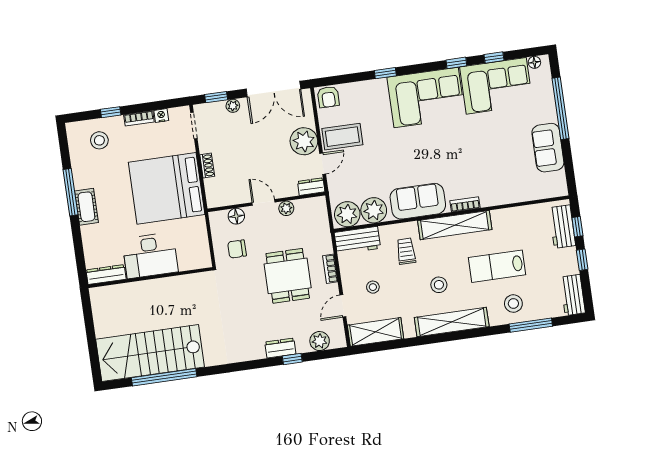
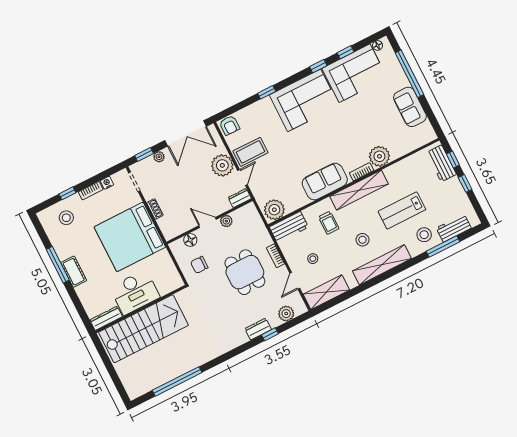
plant: (374, 210) -> (379, 156), moved
trolley: (406, 251) -> (329, 223), turned 180
workbench: (573, 295) -> (454, 228), moved, turned 90
stairs: (150, 353) -> (144, 329), moved, turned 180

